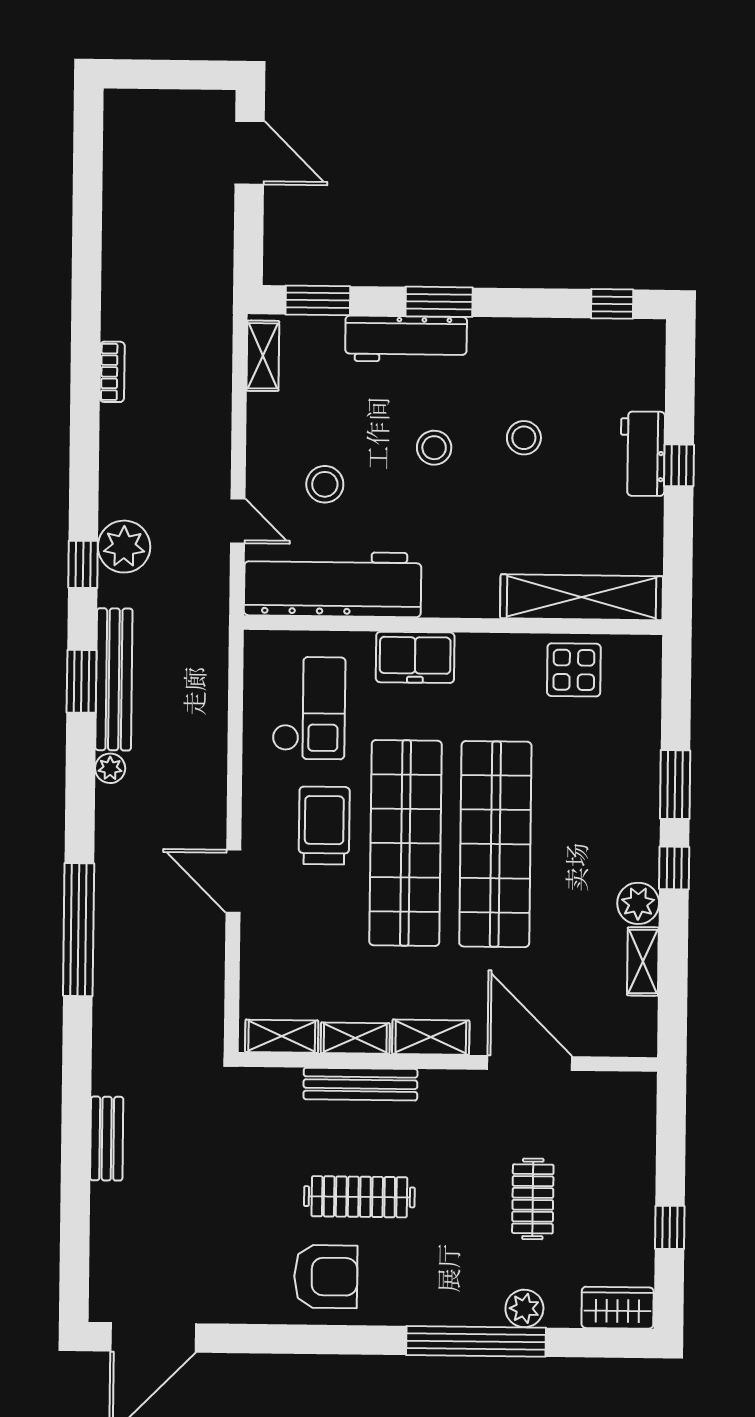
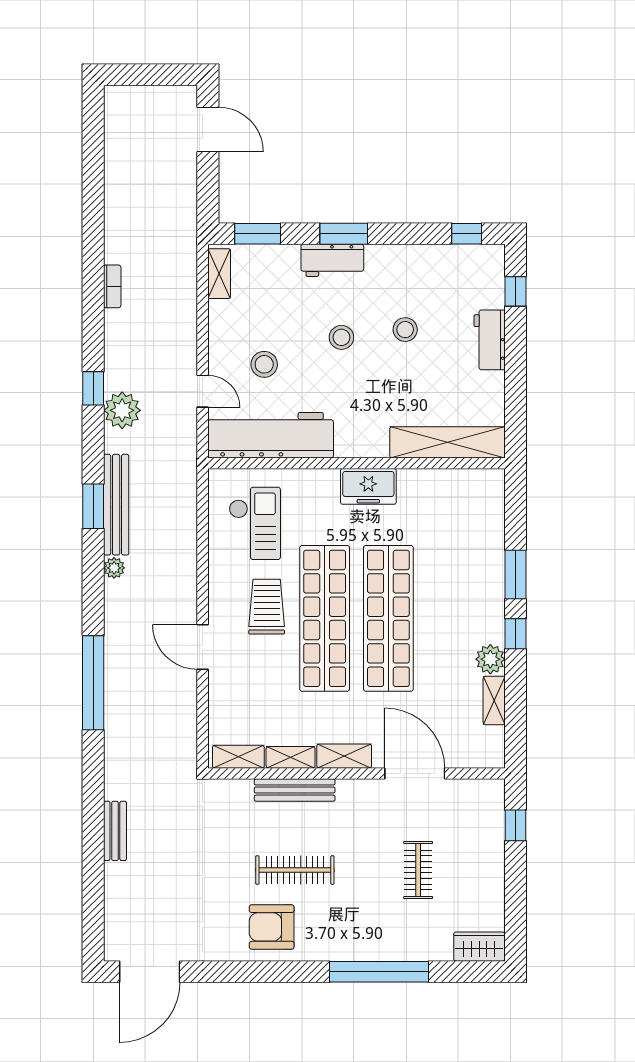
workbench: (406, 339) -> (332, 260), width x0.73
window: (679, 465) -> (516, 291), moved
window: (83, 564) -> (93, 388), moved
freezer: (415, 657) -> (368, 486), moved
display table: (574, 670) -> (443, 494), removed
window: (670, 1227) -> (516, 825), moved
armchair: (326, 1277) -> (272, 927), turned 180
plant: (524, 1308) -> (413, 948), removed

